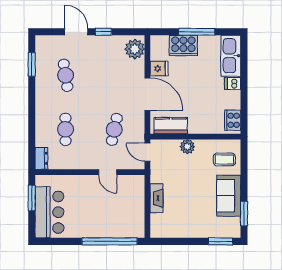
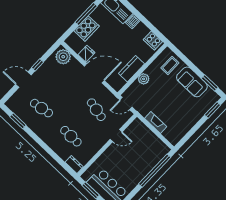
kitchen counter: (171, 126) -> (131, 69), moved

